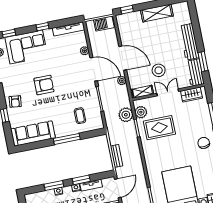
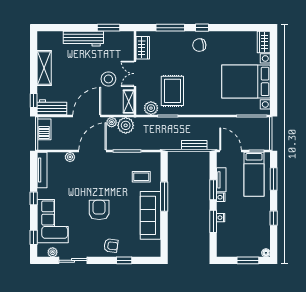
workbench: (195, 73) -> (52, 107), moved, turned 180
plant: (126, 115) -> (126, 125), moved
sofa: (33, 133) -> (150, 215), moved

